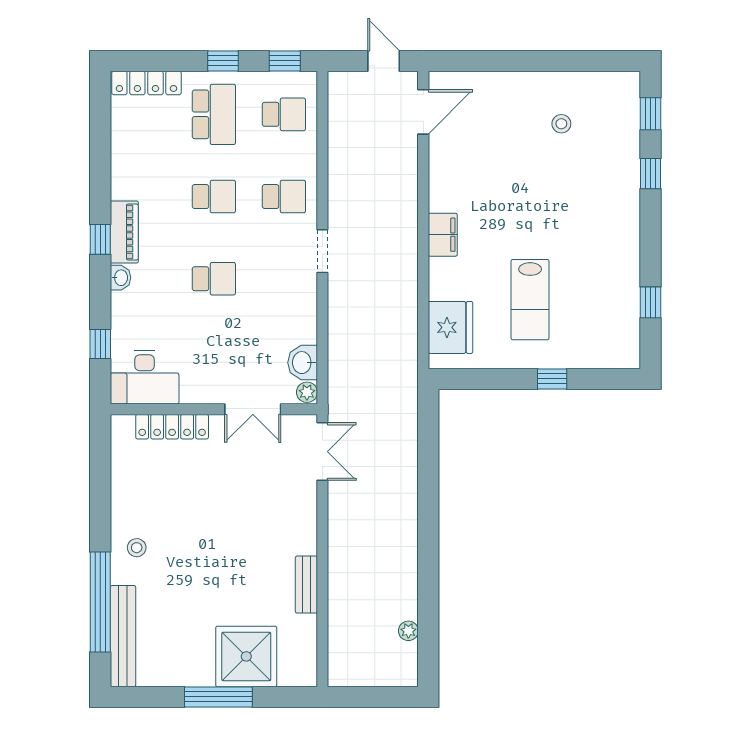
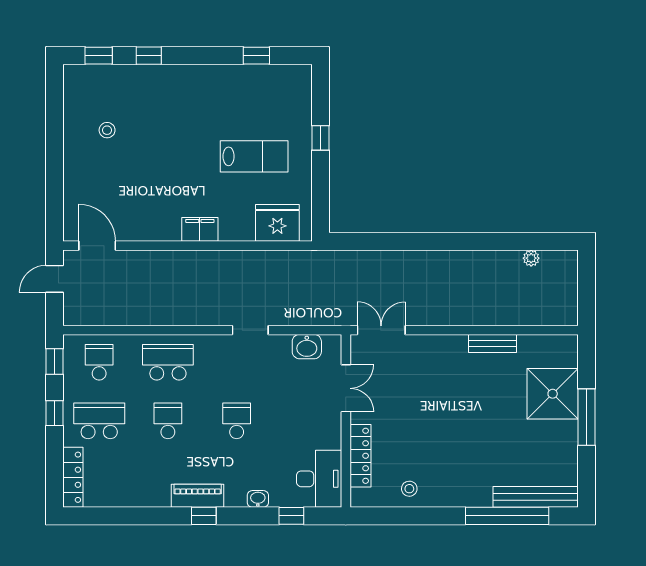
school desk: (284, 197) -> (168, 362), width x1.85
doorway: (322, 251) -> (250, 330), moved
washbasin: (120, 278) -> (258, 499), moved
plant: (307, 392) -> (332, 343), removed
stool: (137, 548) -> (409, 489), moved

